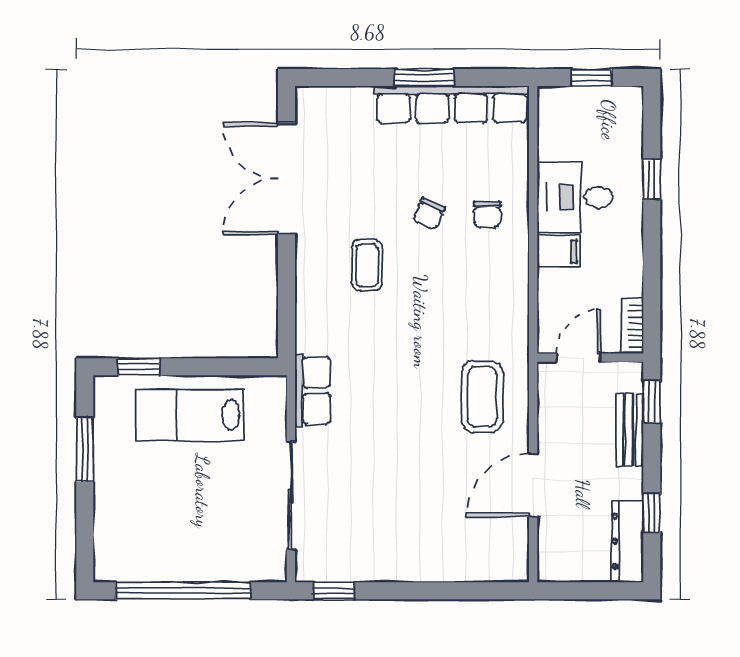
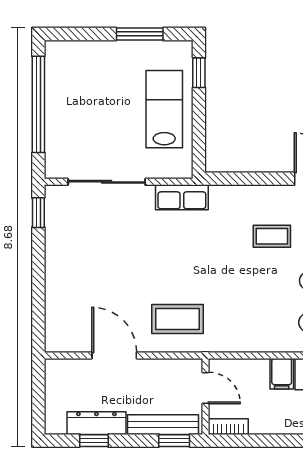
bench: (630, 430) -> (163, 425), width x1.36
dresser: (627, 541) -> (96, 423), moved

